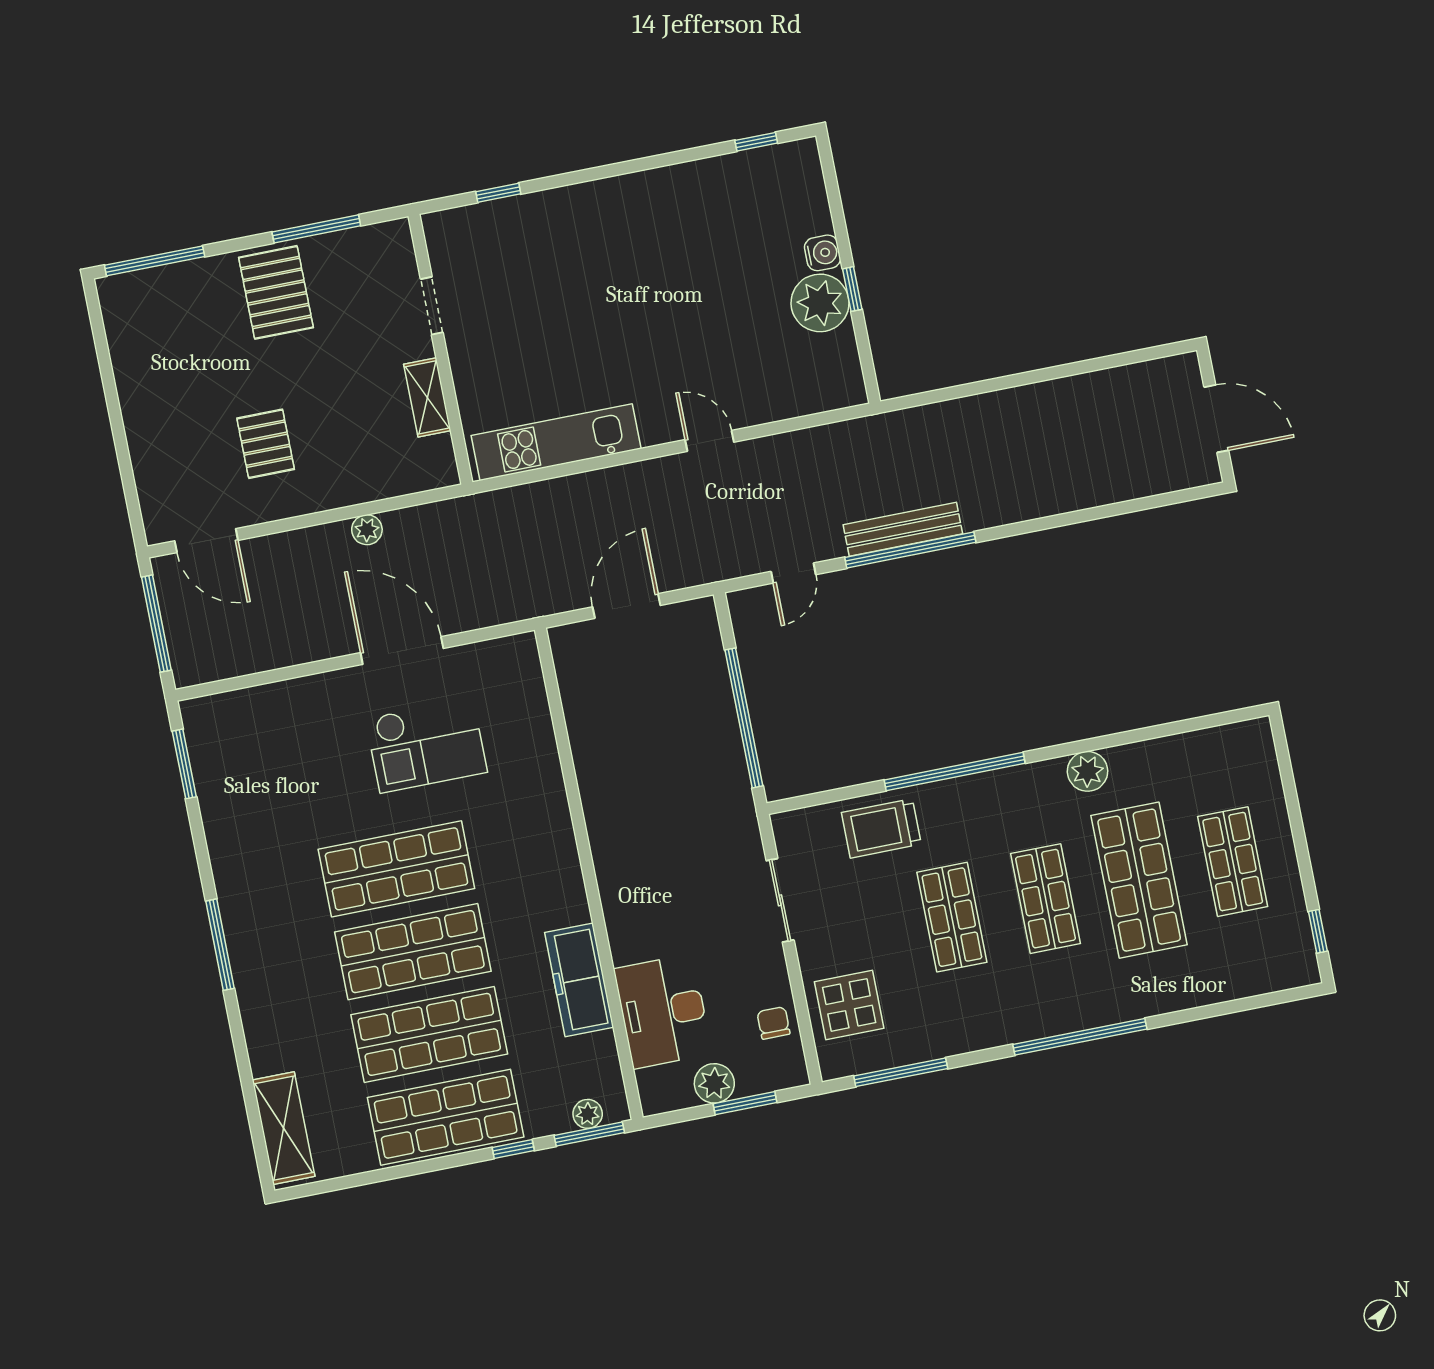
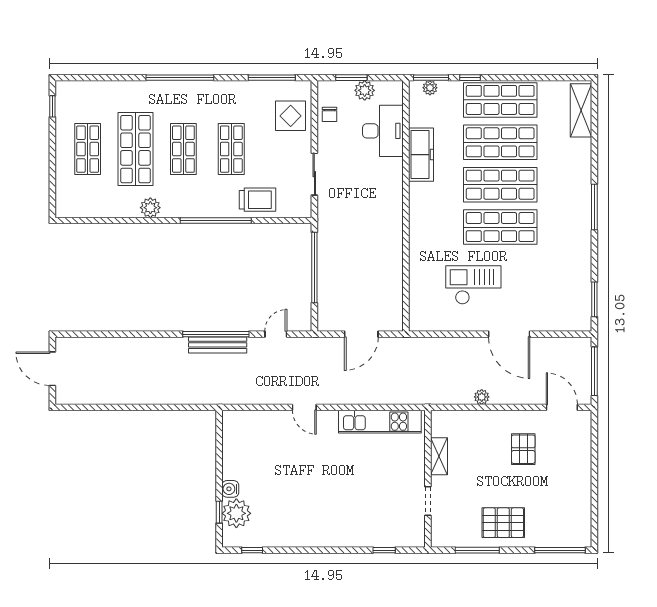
window: (852, 289) -> (219, 512), moved
pallet: (276, 292) -> (503, 523), turned 90
plant: (820, 303) -> (236, 513), moved
door: (402, 651) -> (509, 334), moved

